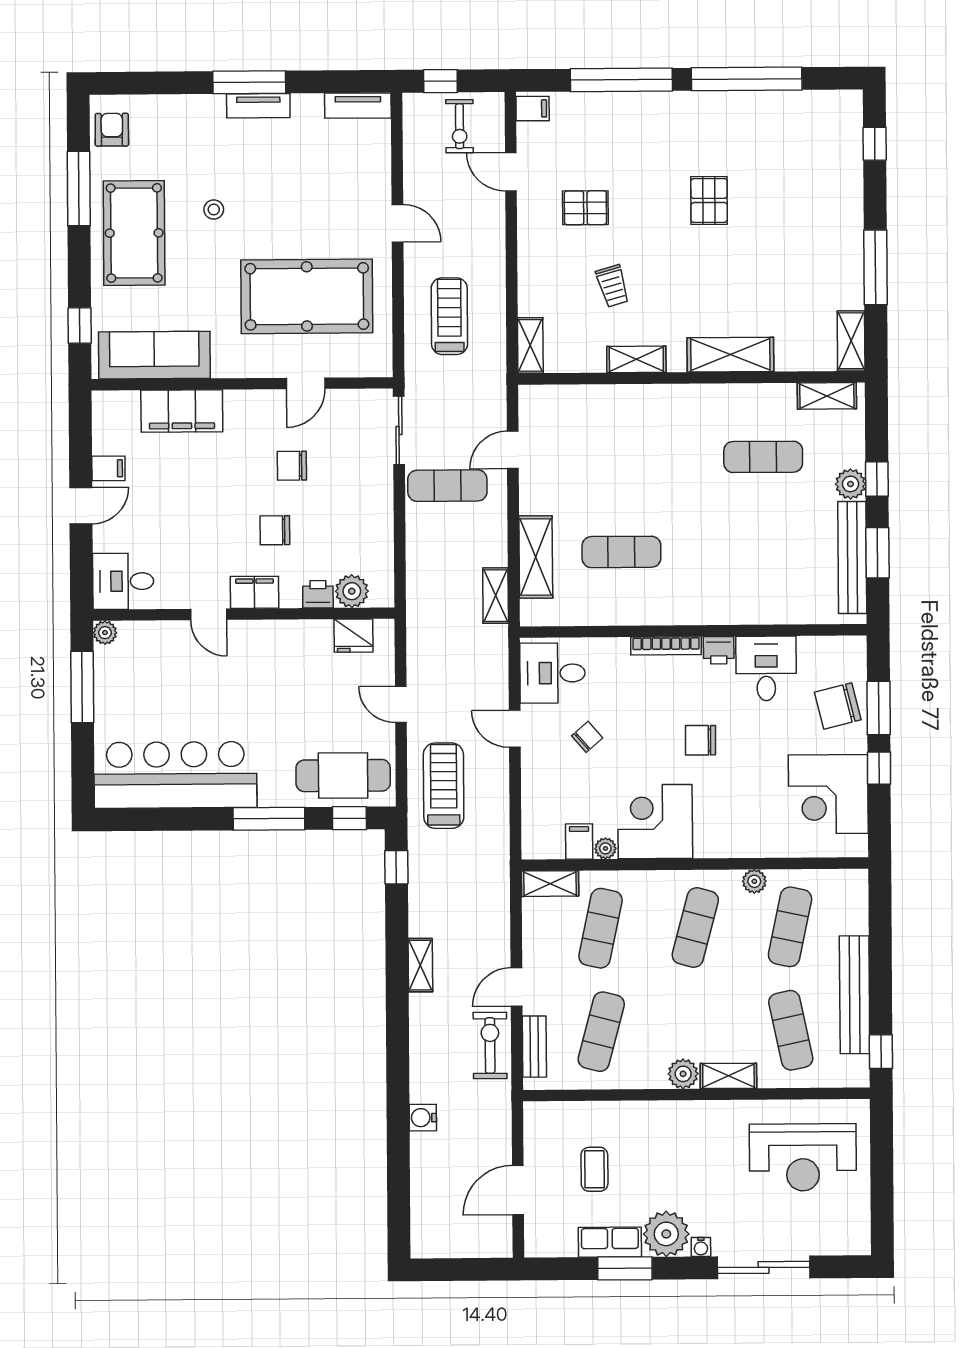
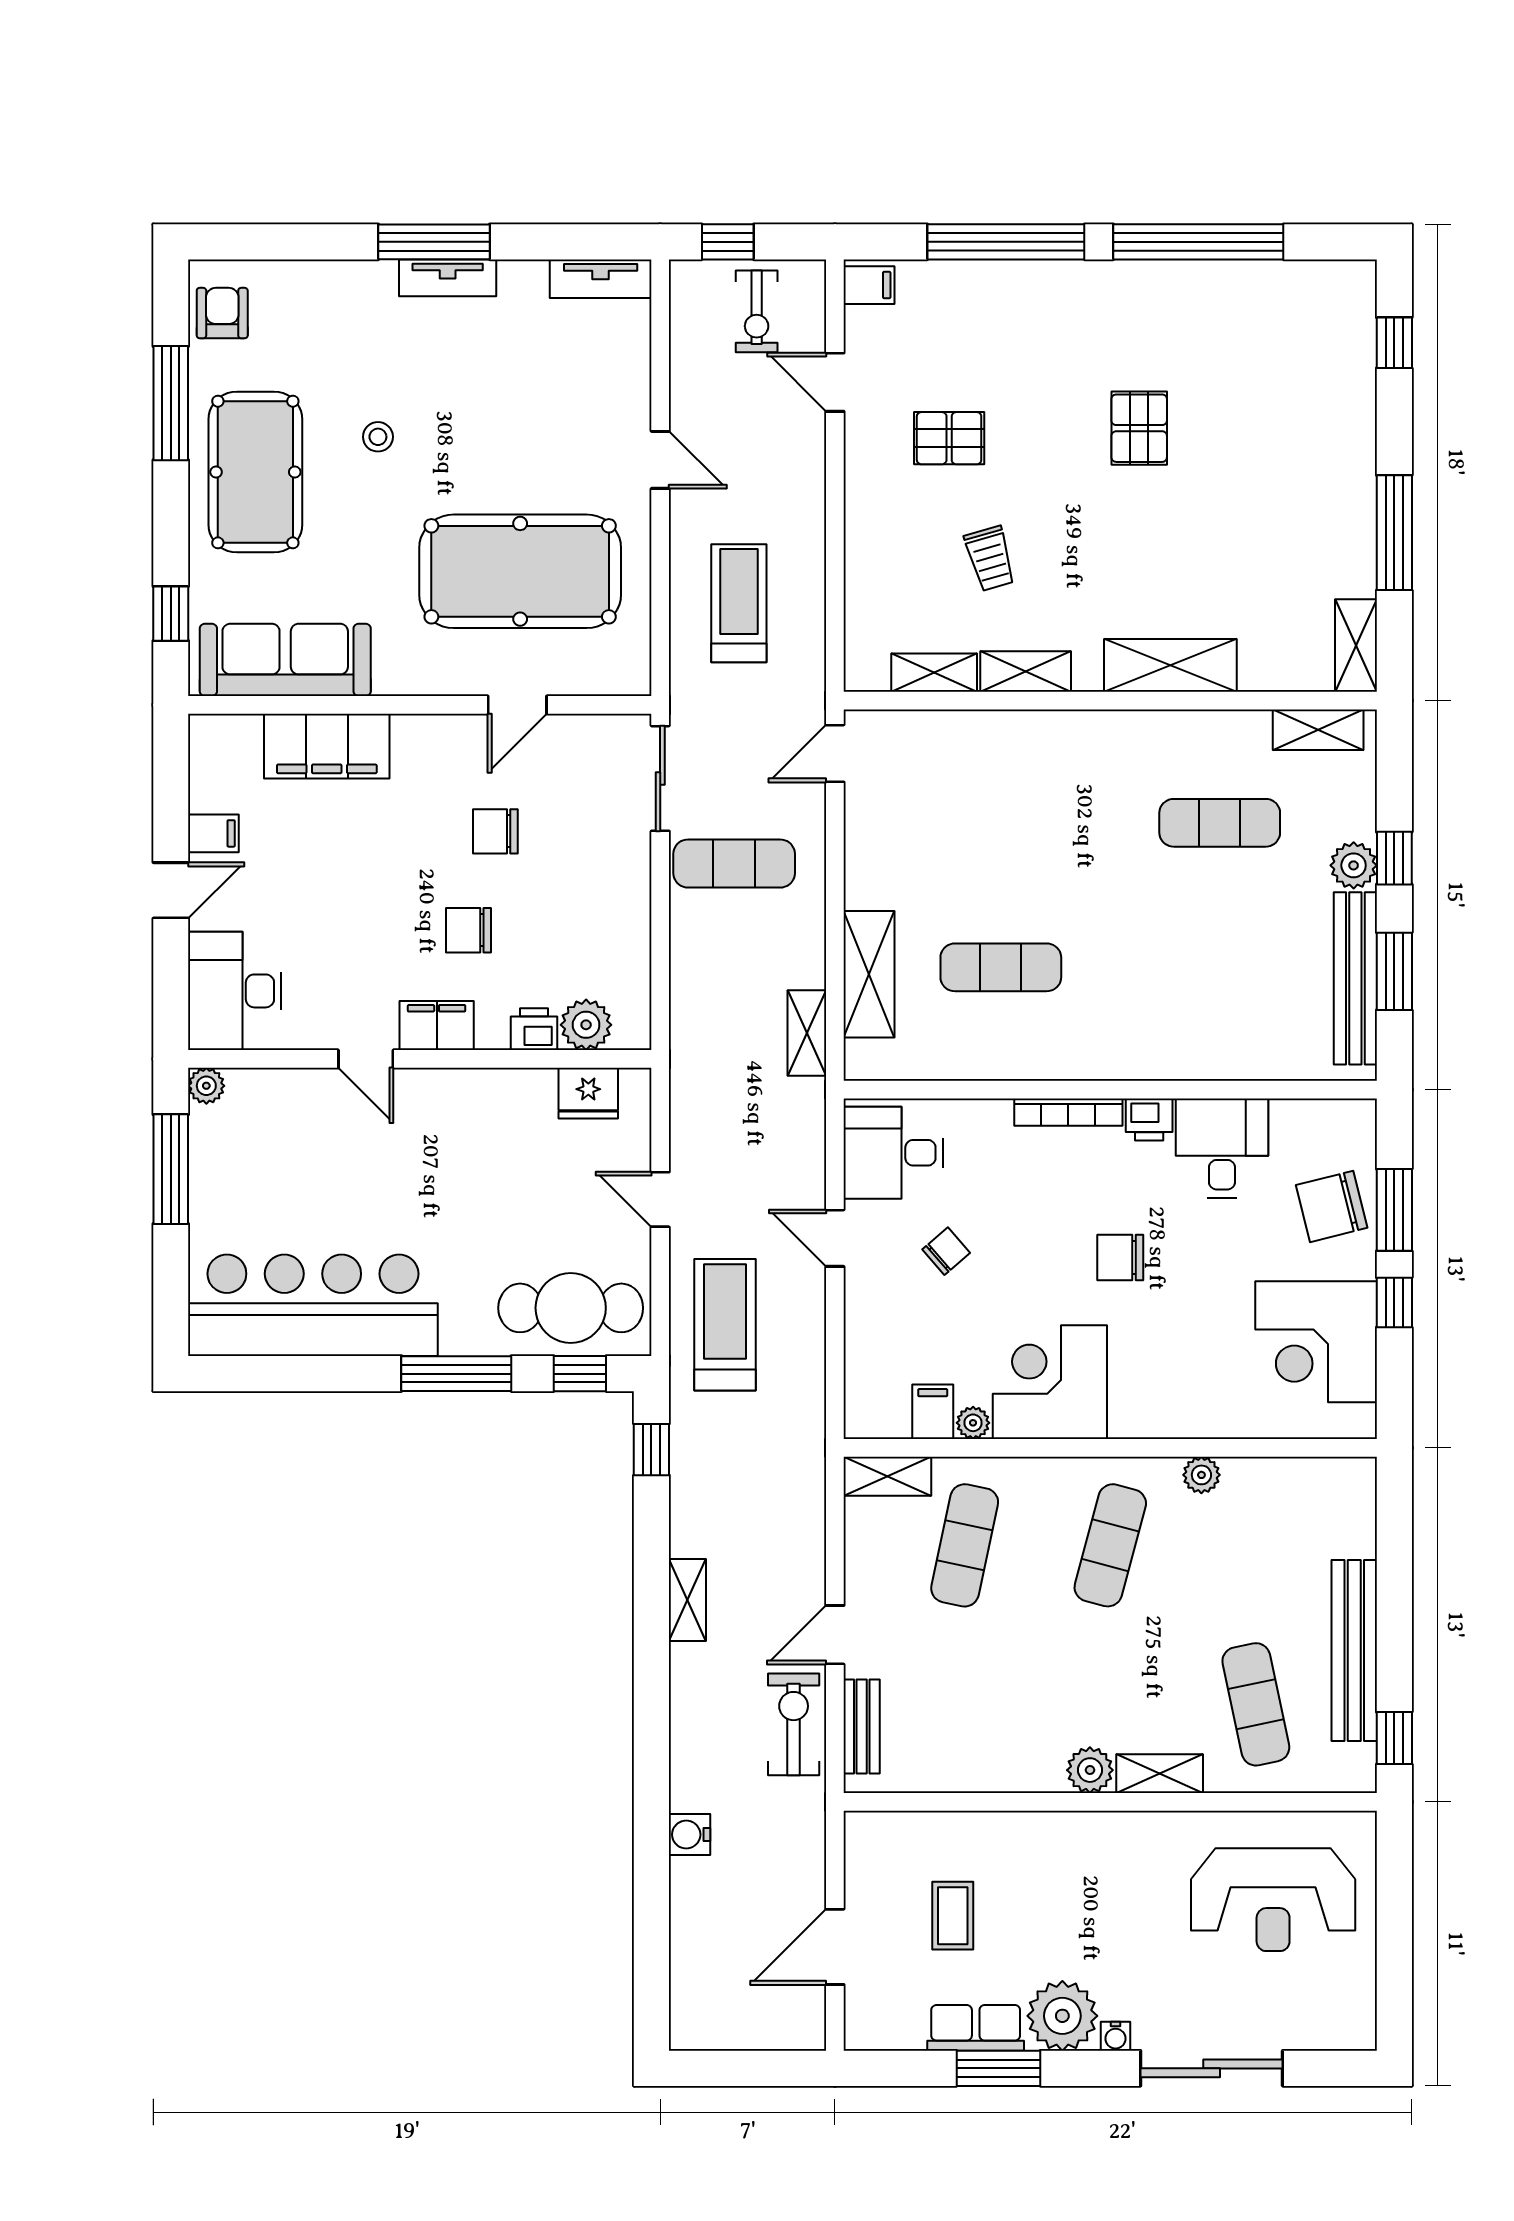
shelving: (530, 345) -> (934, 673), moved, turned 90
door: (513, 450) -> (835, 753), moved
desk: (123, 581) -> (235, 991), width x1.37
exercise mat: (790, 927) -> (1256, 1545), removed
exercise mat: (601, 1032) -> (965, 1704), removed

